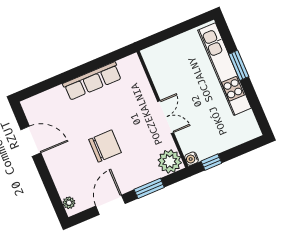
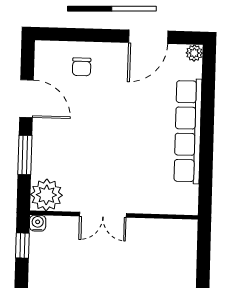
row of seats: (92, 81) -> (188, 131), width x1.36
chair: (105, 146) -> (82, 67), moved, width x0.54, depth x0.54
plant: (69, 203) -> (194, 53), moved

